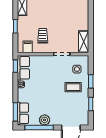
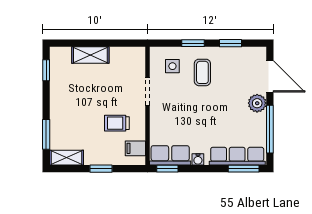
shelving: (84, 42) -> (90, 55), moved
row of seats: (23, 113) -> (237, 156), width x1.48
plant: (45, 120) -> (257, 103), moved

